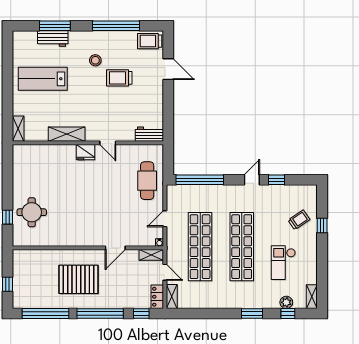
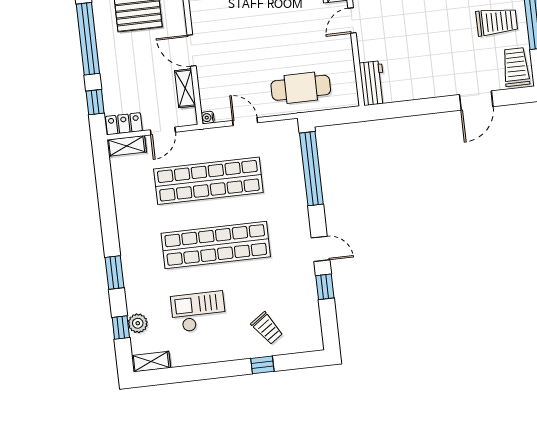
trolley: (119, 78) -> (497, 22), moved, turned 90
shelving: (151, 255) -> (185, 88), moved

